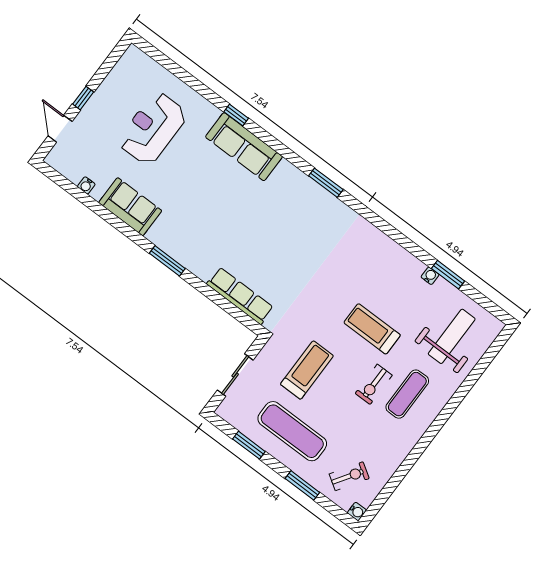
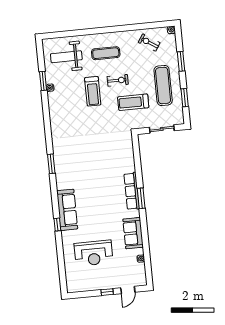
row of seats: (240, 296) -> (132, 191), moved
exercise bike: (374, 384) -> (118, 80), moved
exercise bike: (349, 476) -> (149, 43), moved

